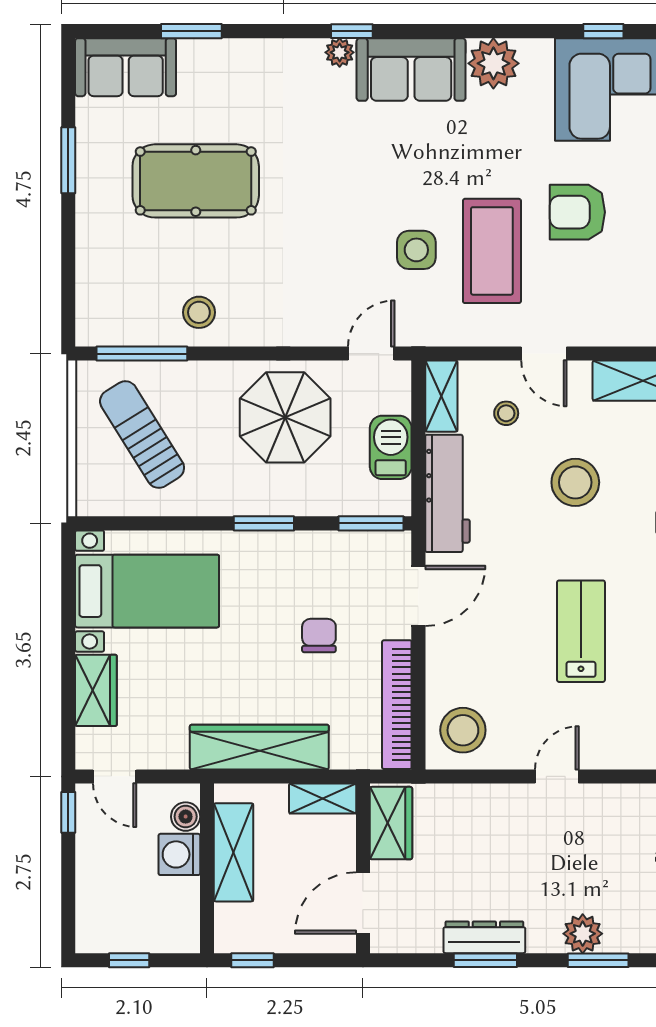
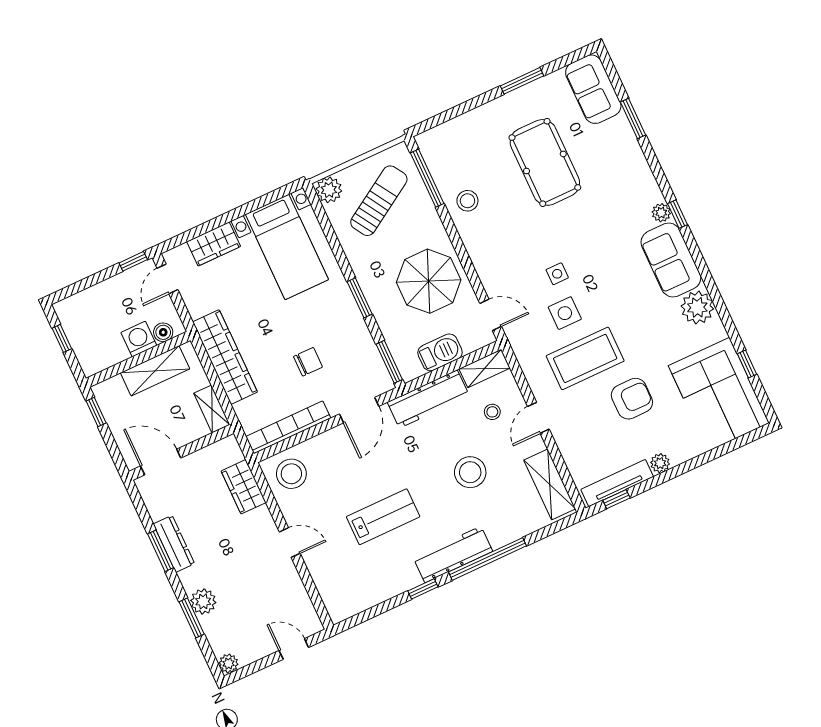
armchair: (577, 212) -> (632, 399), turned 90
side table: (357, 235) -> (557, 274), added
plant: (95, 497) -> (329, 190), added
door: (418, 596) -> (359, 410), hinge flipped
wardrobe: (391, 823) -> (244, 487), moved, turned 90

